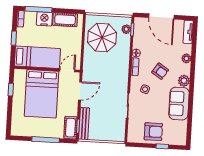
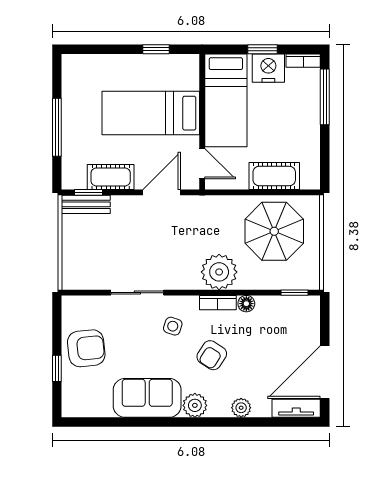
door: (161, 16) -> (325, 372), moved
nightstand: (44, 19) -> (268, 68), moved, turned -90
cot: (65, 20) -> (274, 176), moved, turned 90
plant: (126, 29) -> (219, 272), moved, width x1.88, depth x1.88
door: (80, 91) -> (162, 192), swing flipped
bed: (41, 94) -> (151, 113), width x0.67
bench: (84, 124) -> (86, 204), width x0.73
cot: (71, 128) -> (111, 177), moved
armchair: (153, 132) -> (86, 348), turned -96

